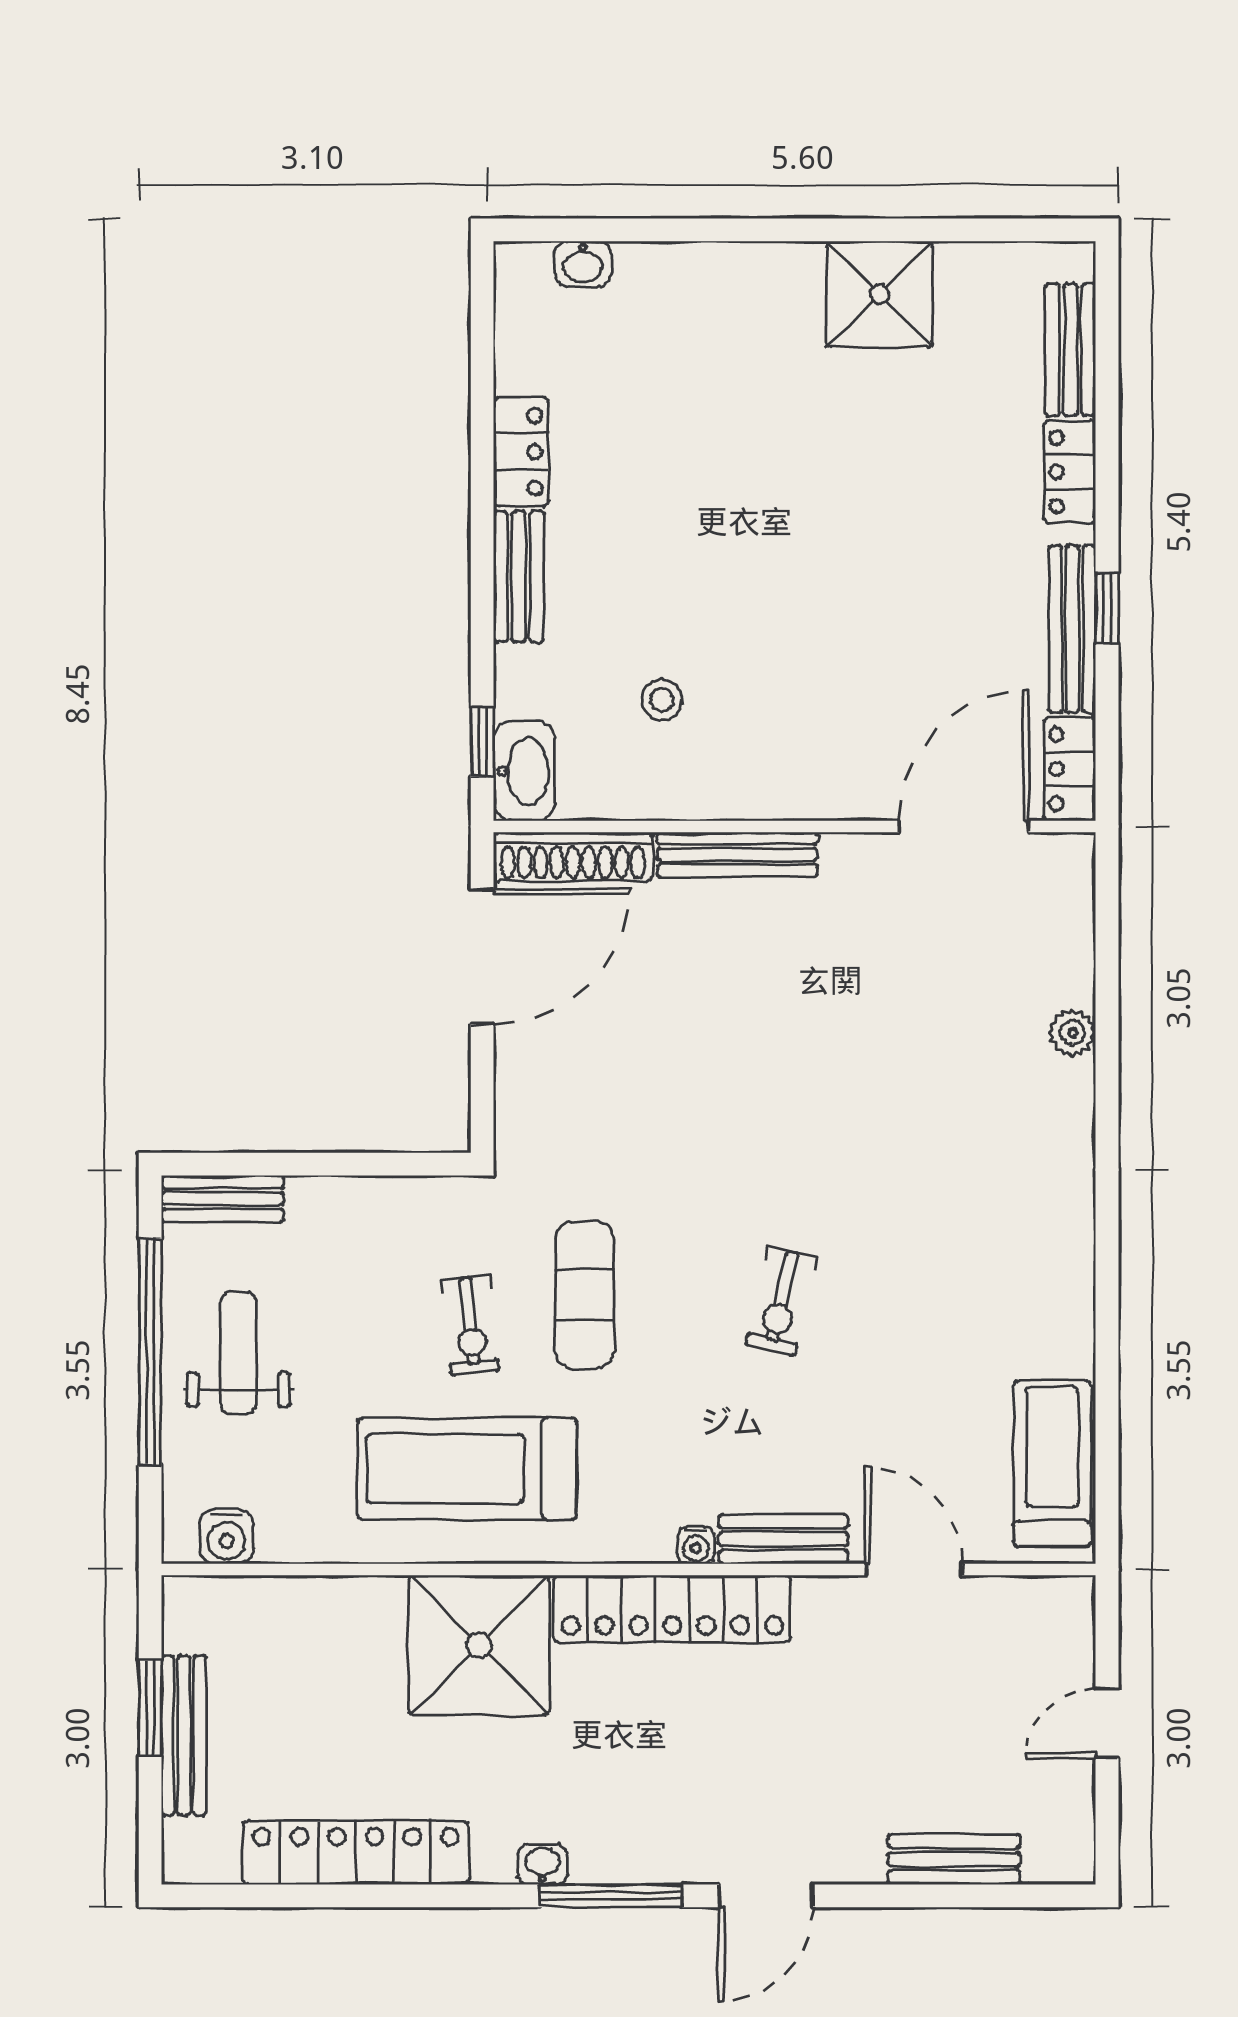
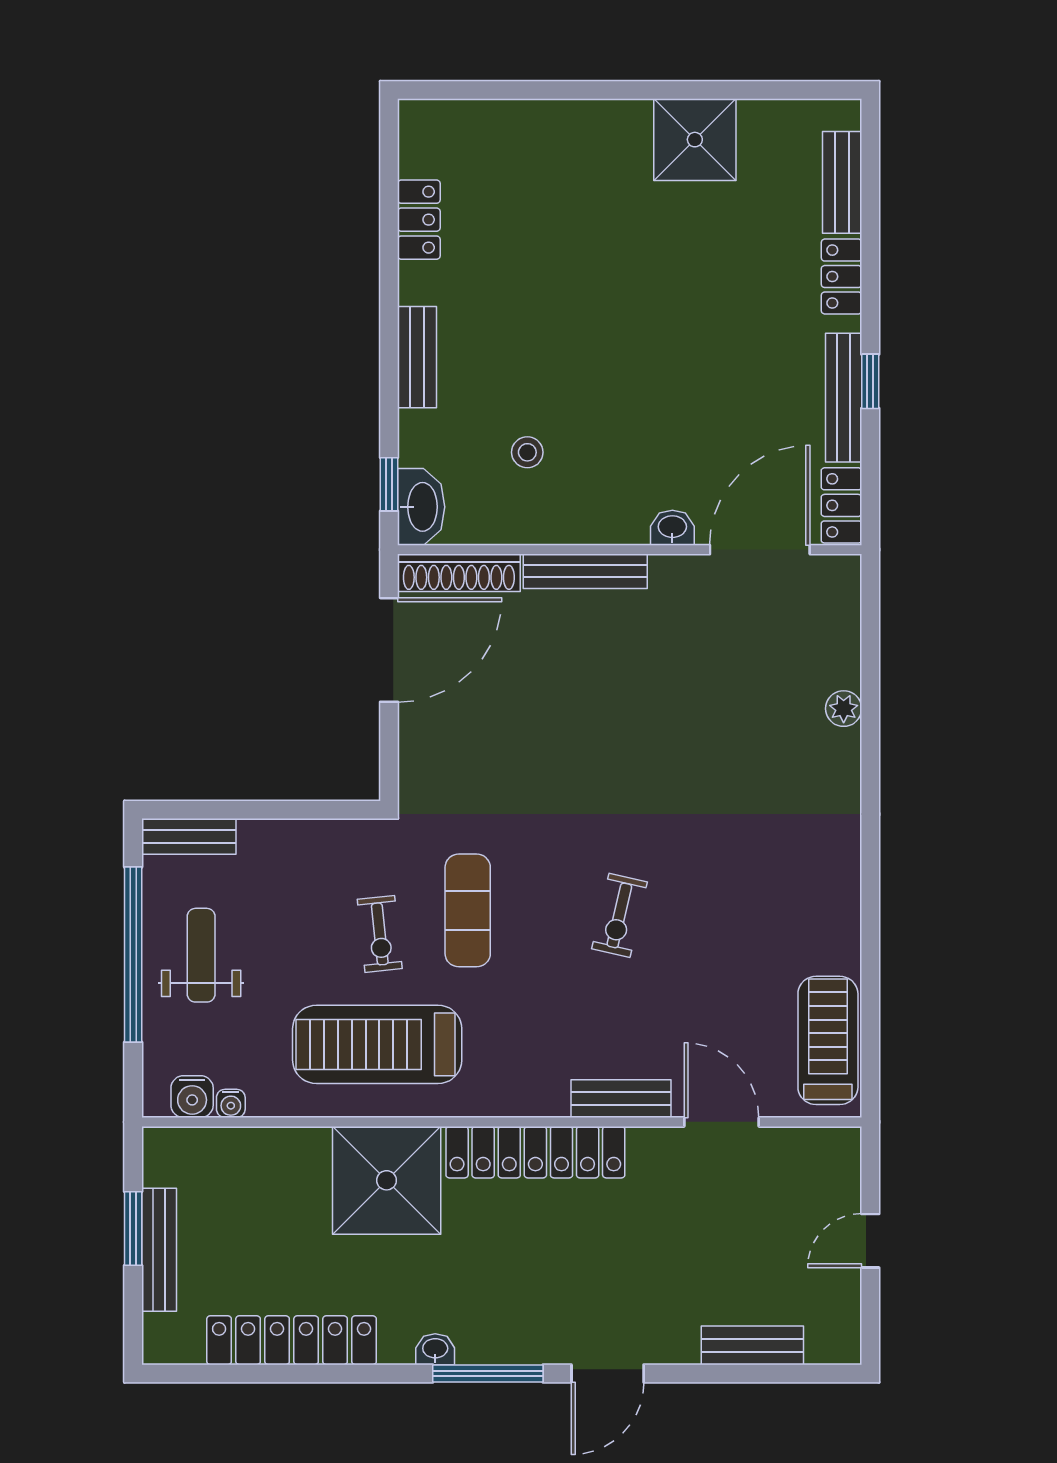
washbasin: (583, 264) -> (672, 528), moved, turned 180
locker: (521, 452) -> (419, 220), moved
water cooler: (696, 1545) -> (231, 1103), moved

